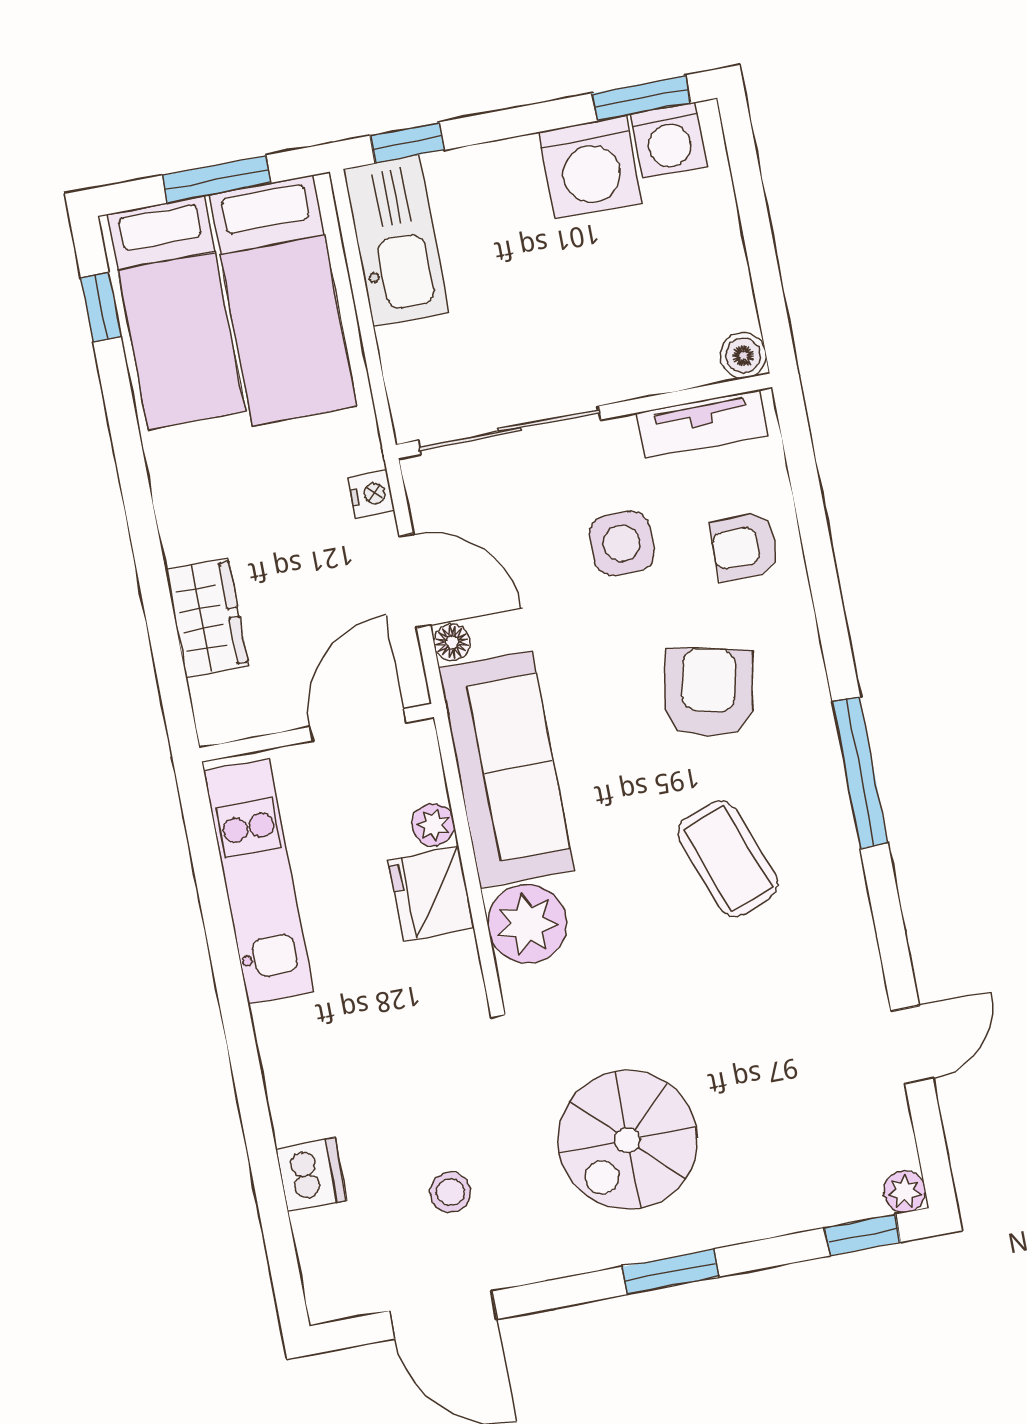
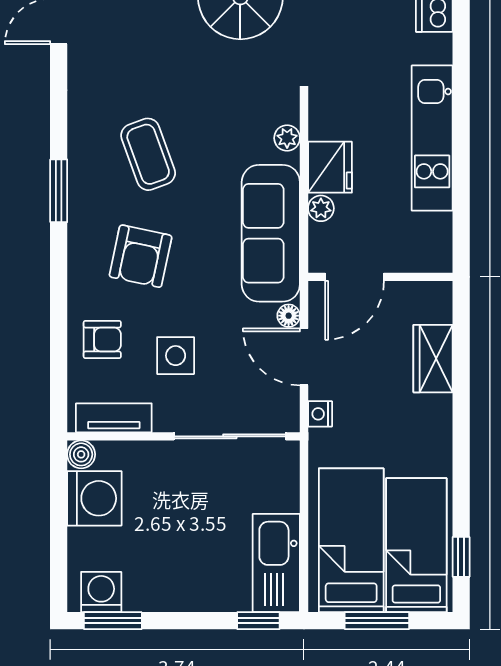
washing machine: (590, 167) -> (94, 498), moved, turned 90
window: (860, 772) -> (59, 191), width x0.69
kitchen unit: (259, 881) -> (432, 138), moved
plant: (527, 924) -> (287, 138), width x0.53, depth x0.53

